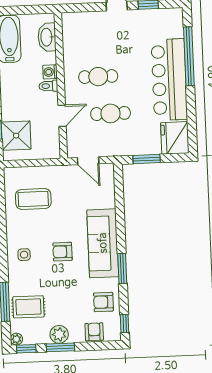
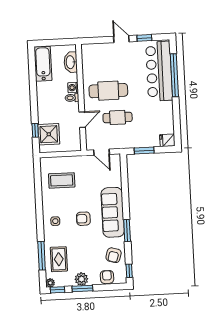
cafe table: (98, 77) -> (108, 91), width x1.37, depth x1.35
bar counter: (169, 80) -> (159, 71), moved
fridge: (175, 138) -> (167, 140), width x0.53, depth x0.75
armchair: (103, 302) -> (114, 255), turned -74
rug: (28, 307) -> (59, 259), turned 90

